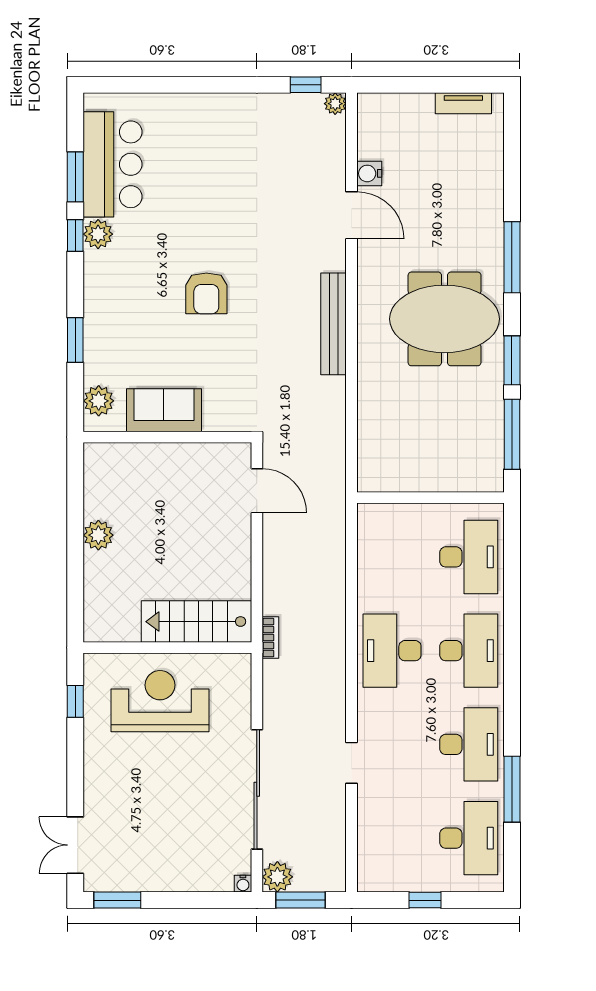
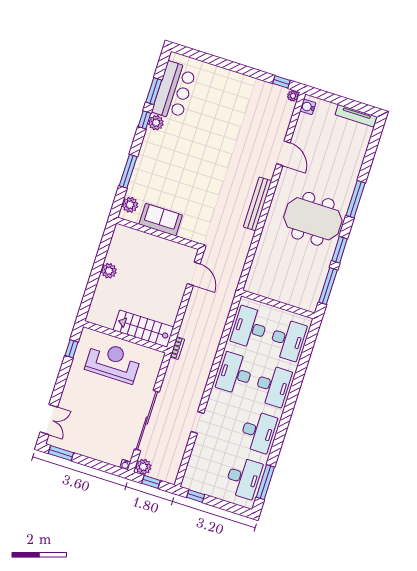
tv unit: (463, 103) -> (356, 116), width x1.41
water cooler: (369, 173) -> (308, 107), moved
armchair: (206, 293) -> (200, 169), removed
window: (75, 340) -> (128, 171), width x1.44
desk: (392, 557) -> (250, 328), added
window: (512, 789) -> (265, 482), moved
double door: (75, 845) -> (49, 419), swing flipped
window: (301, 900) -> (151, 482), width x0.67
window: (425, 900) -> (196, 496), moved

